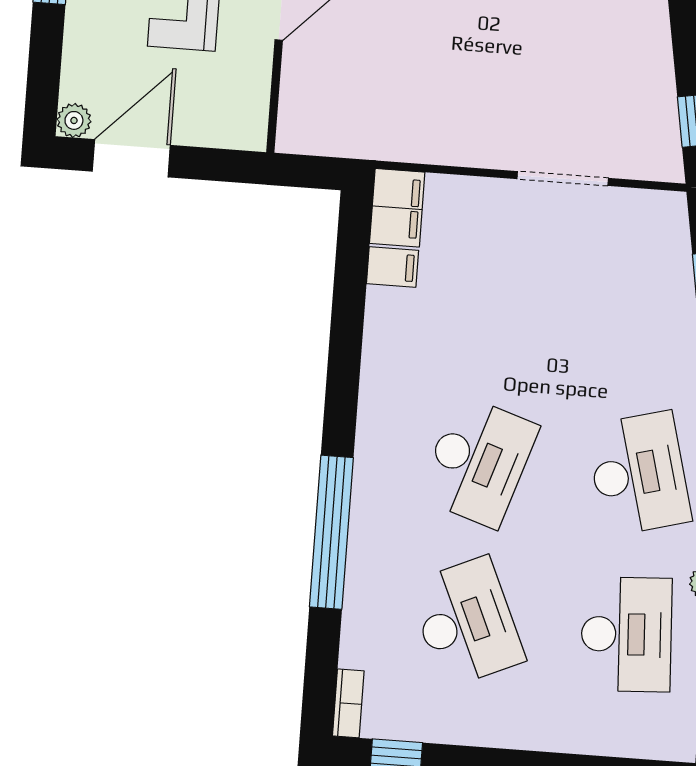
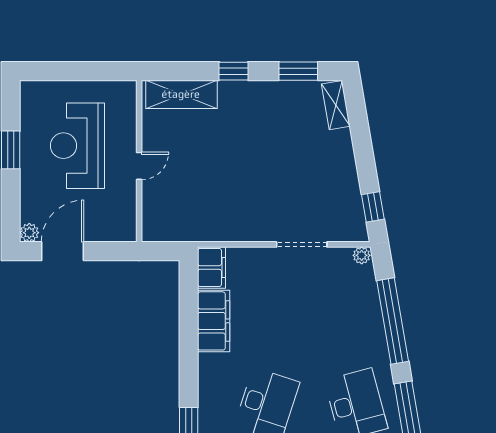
plant: (669, 206) -> (362, 255), added
filing cabinet: (392, 267) -> (214, 321), width x3.00, depth x1.17

